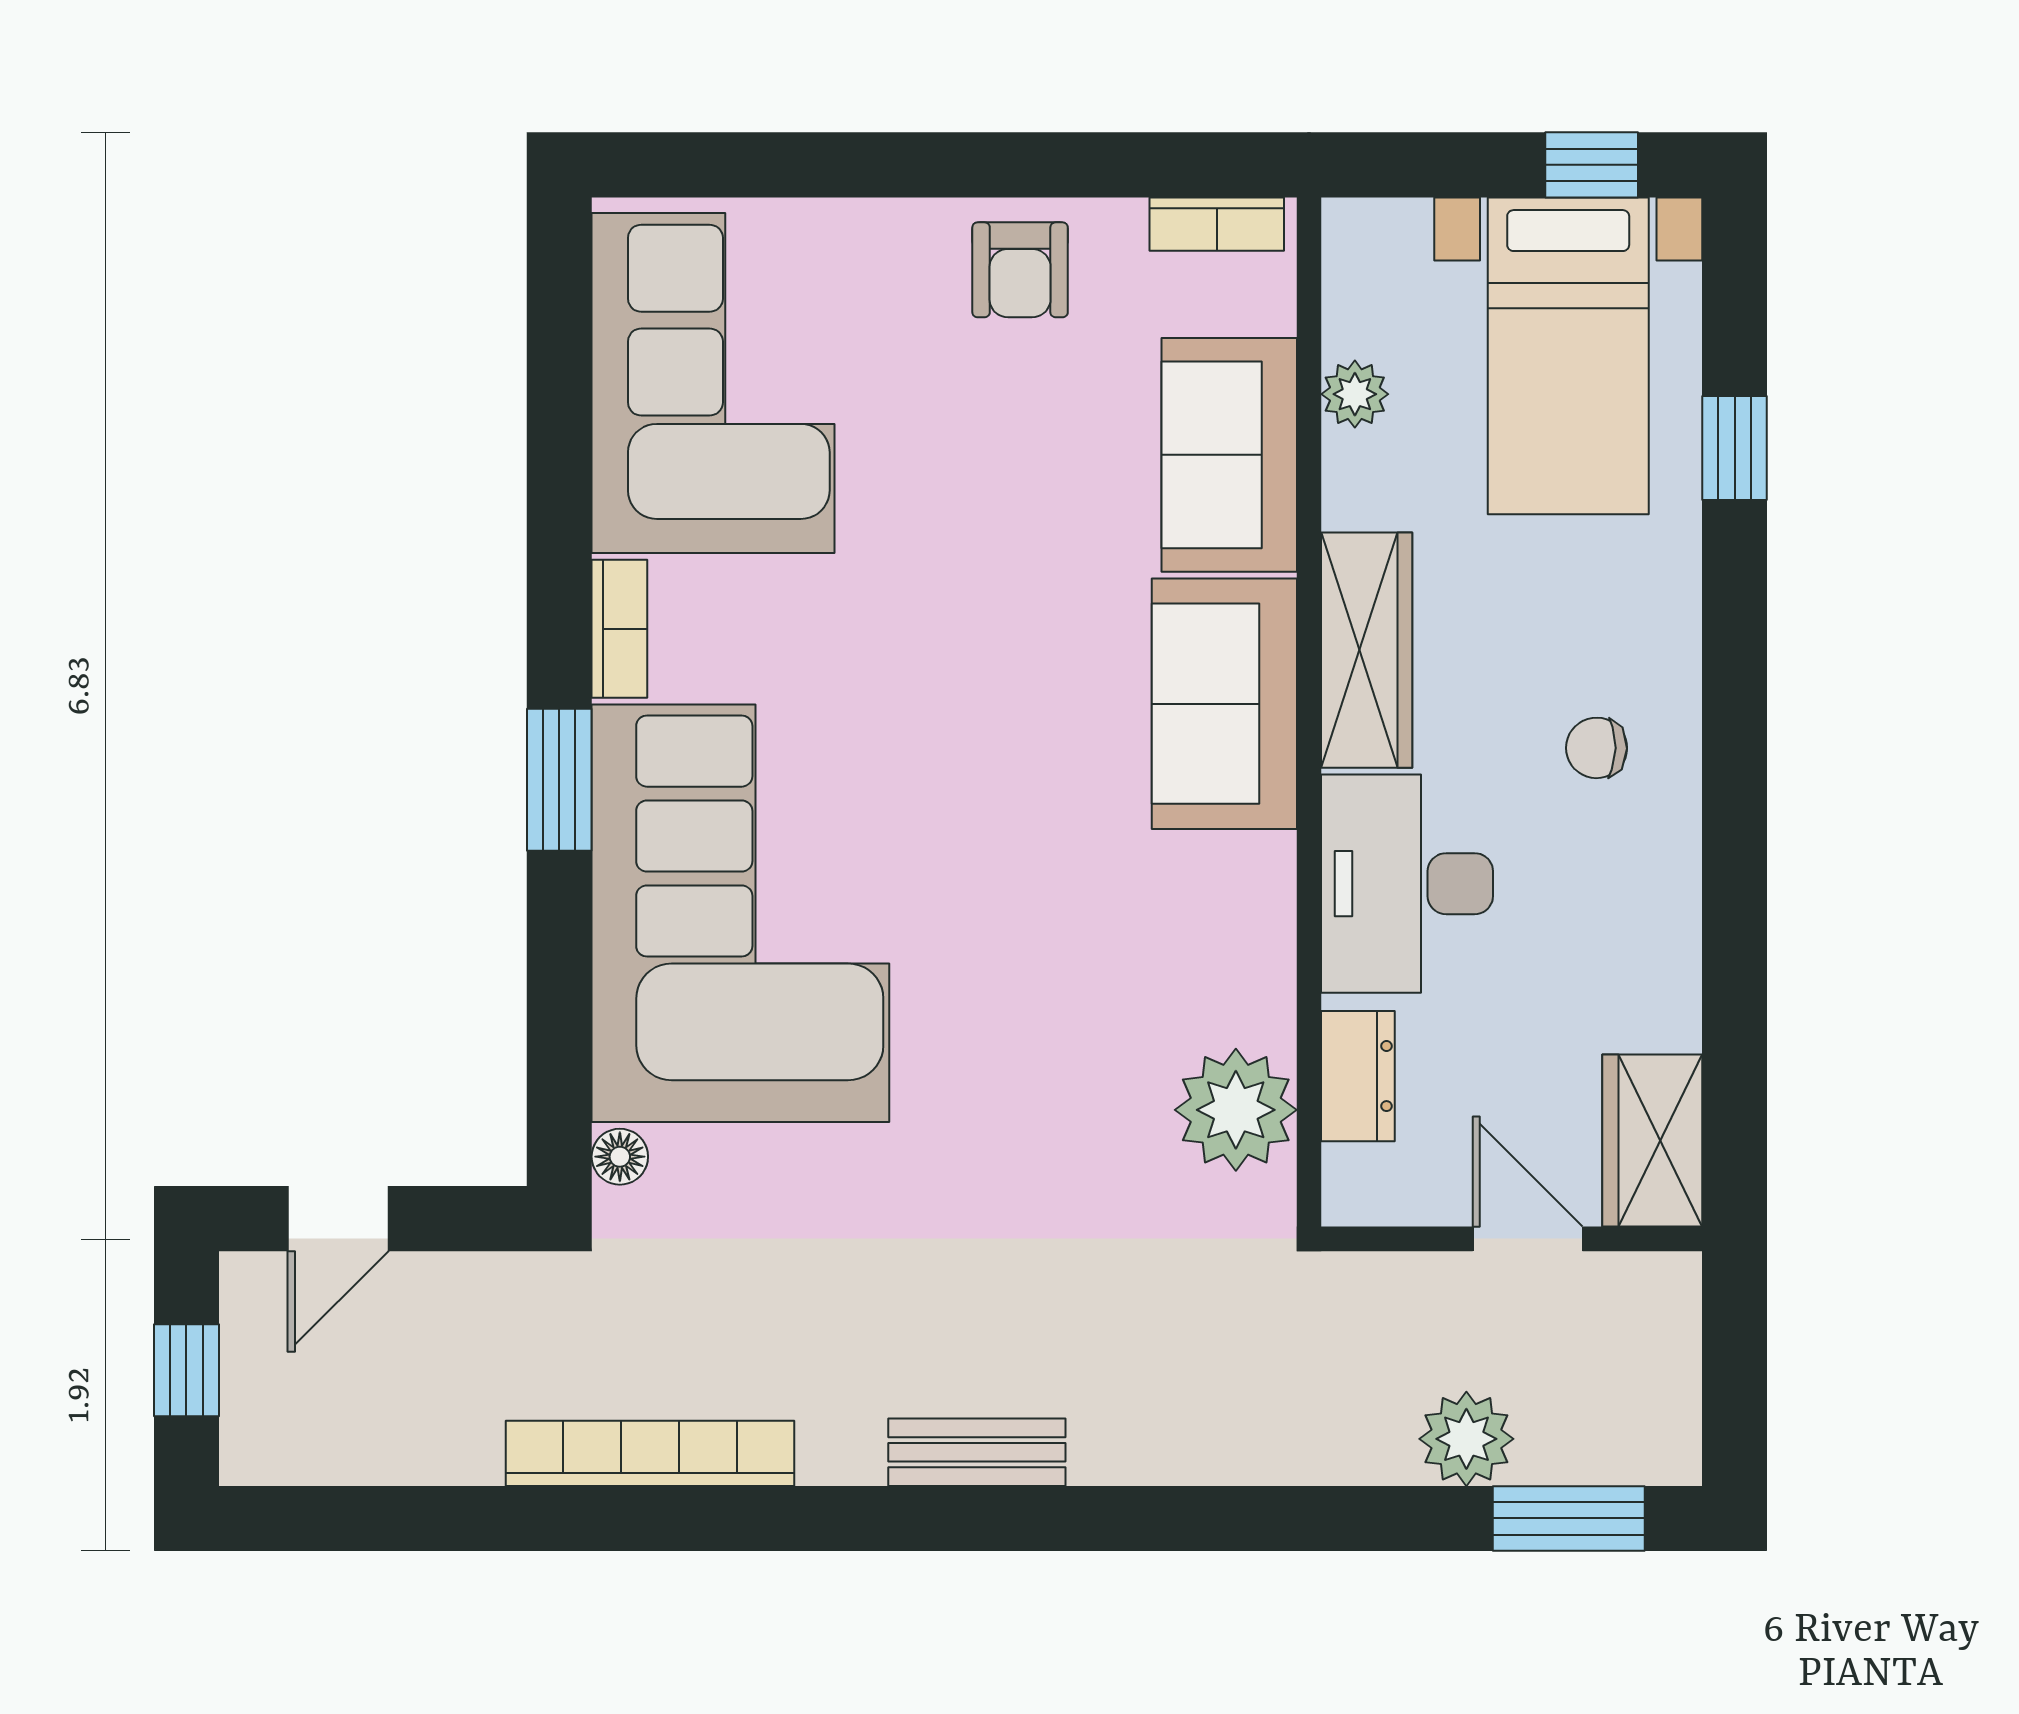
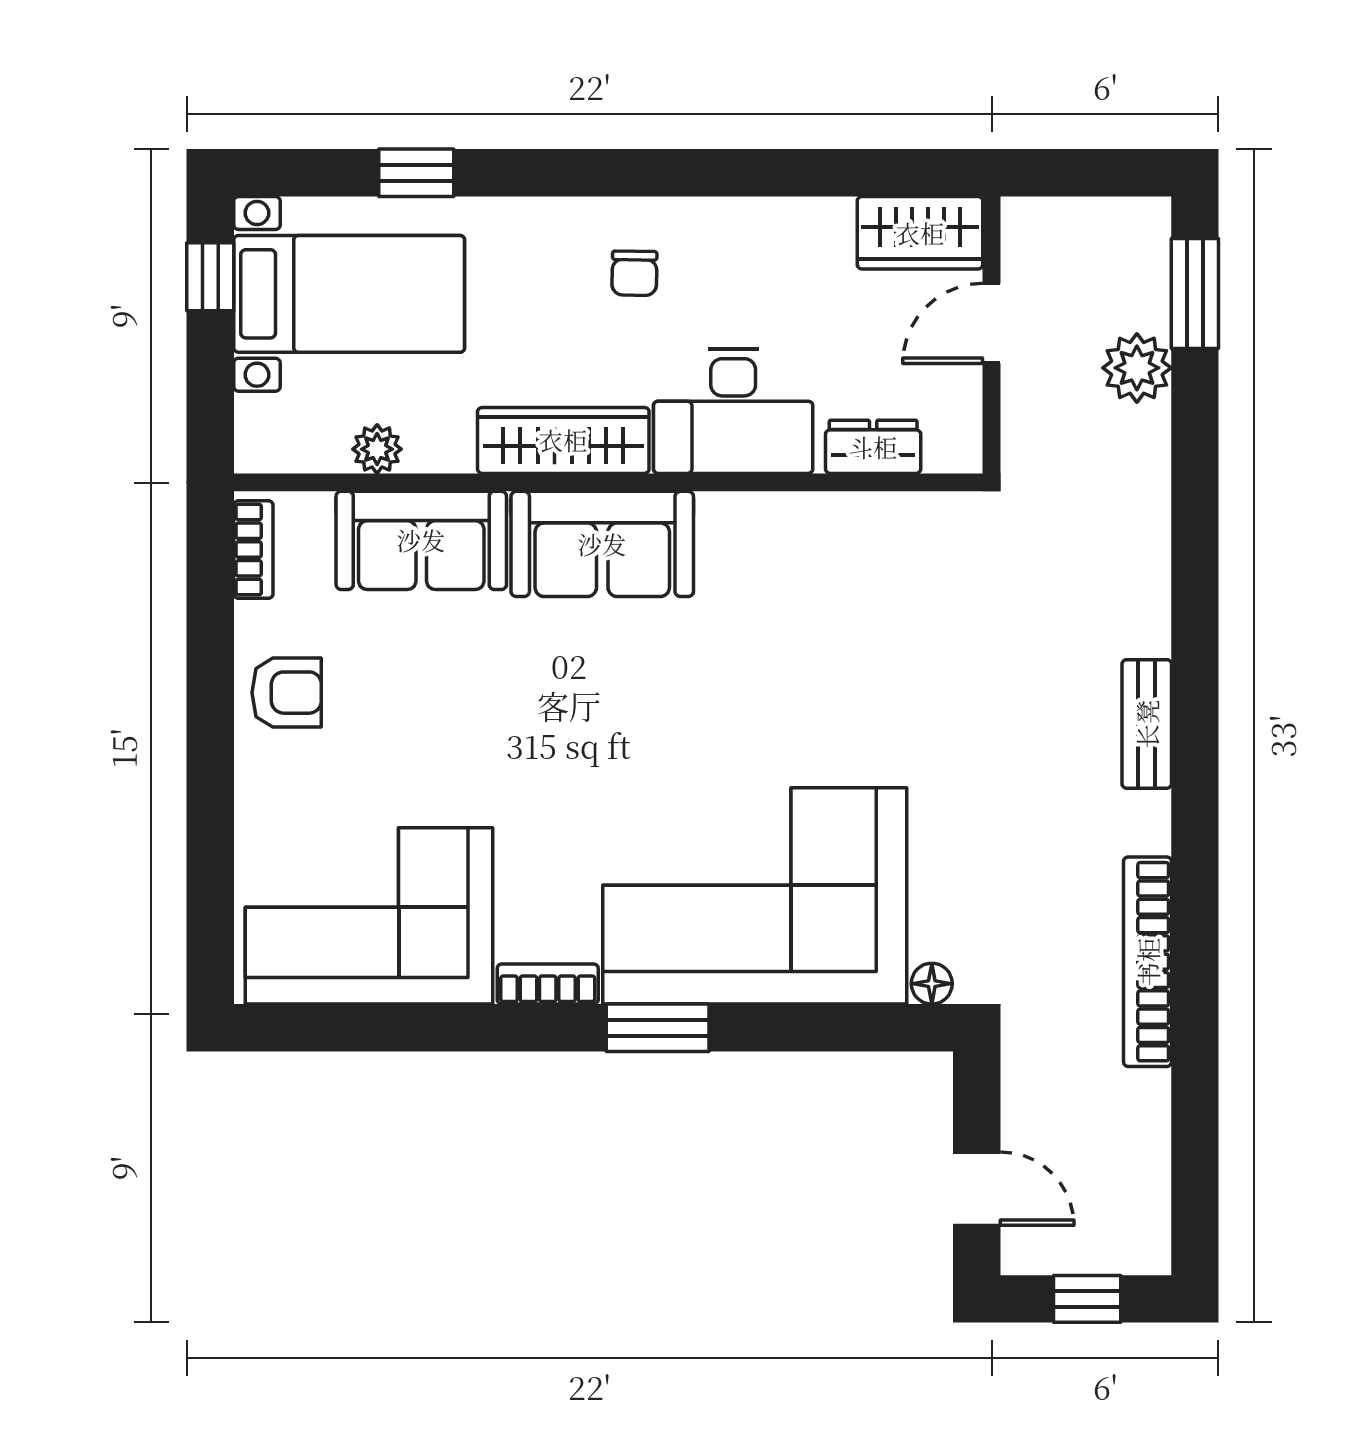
plant: (1236, 1110) -> (898, 536), removed

